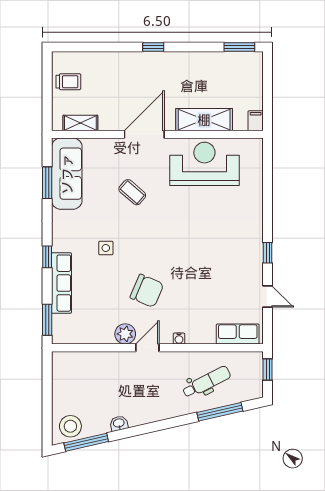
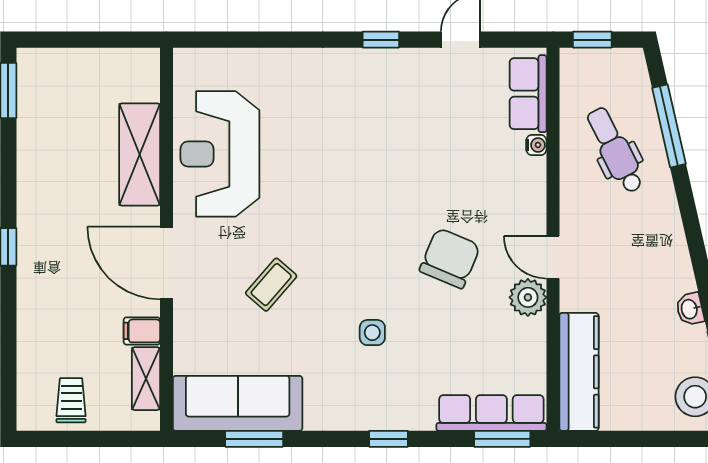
filing cabinet: (256, 121) -> (142, 331), moved
row of seats: (61, 283) -> (491, 413), moved
water cooler: (179, 339) -> (536, 145), moved
kitchen counter: (84, 362) -> (579, 372), added

